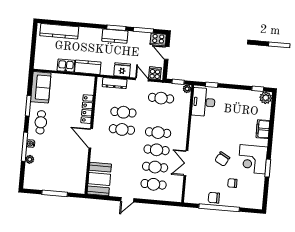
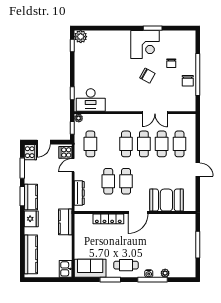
kitchen sink: (66, 66) -> (66, 269), moved
fridge: (122, 70) -> (31, 219), moved, turned 180
filing cabinet: (263, 129) -> (113, 37), removed
booth: (99, 179) -> (166, 200), moved

